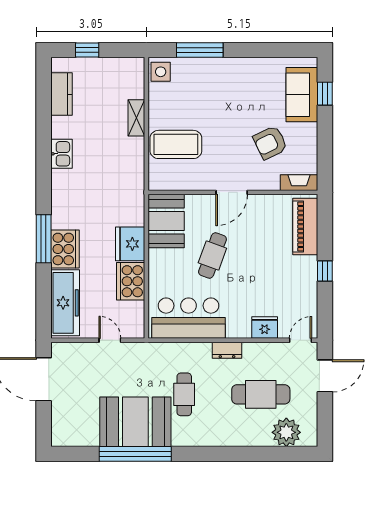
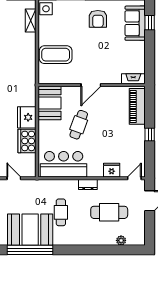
shelving: (136, 118) -> (31, 21), moved
armchair: (270, 143) -> (98, 19), moved, turned -64
plant: (286, 432) -> (121, 240), width x0.53, depth x0.53

